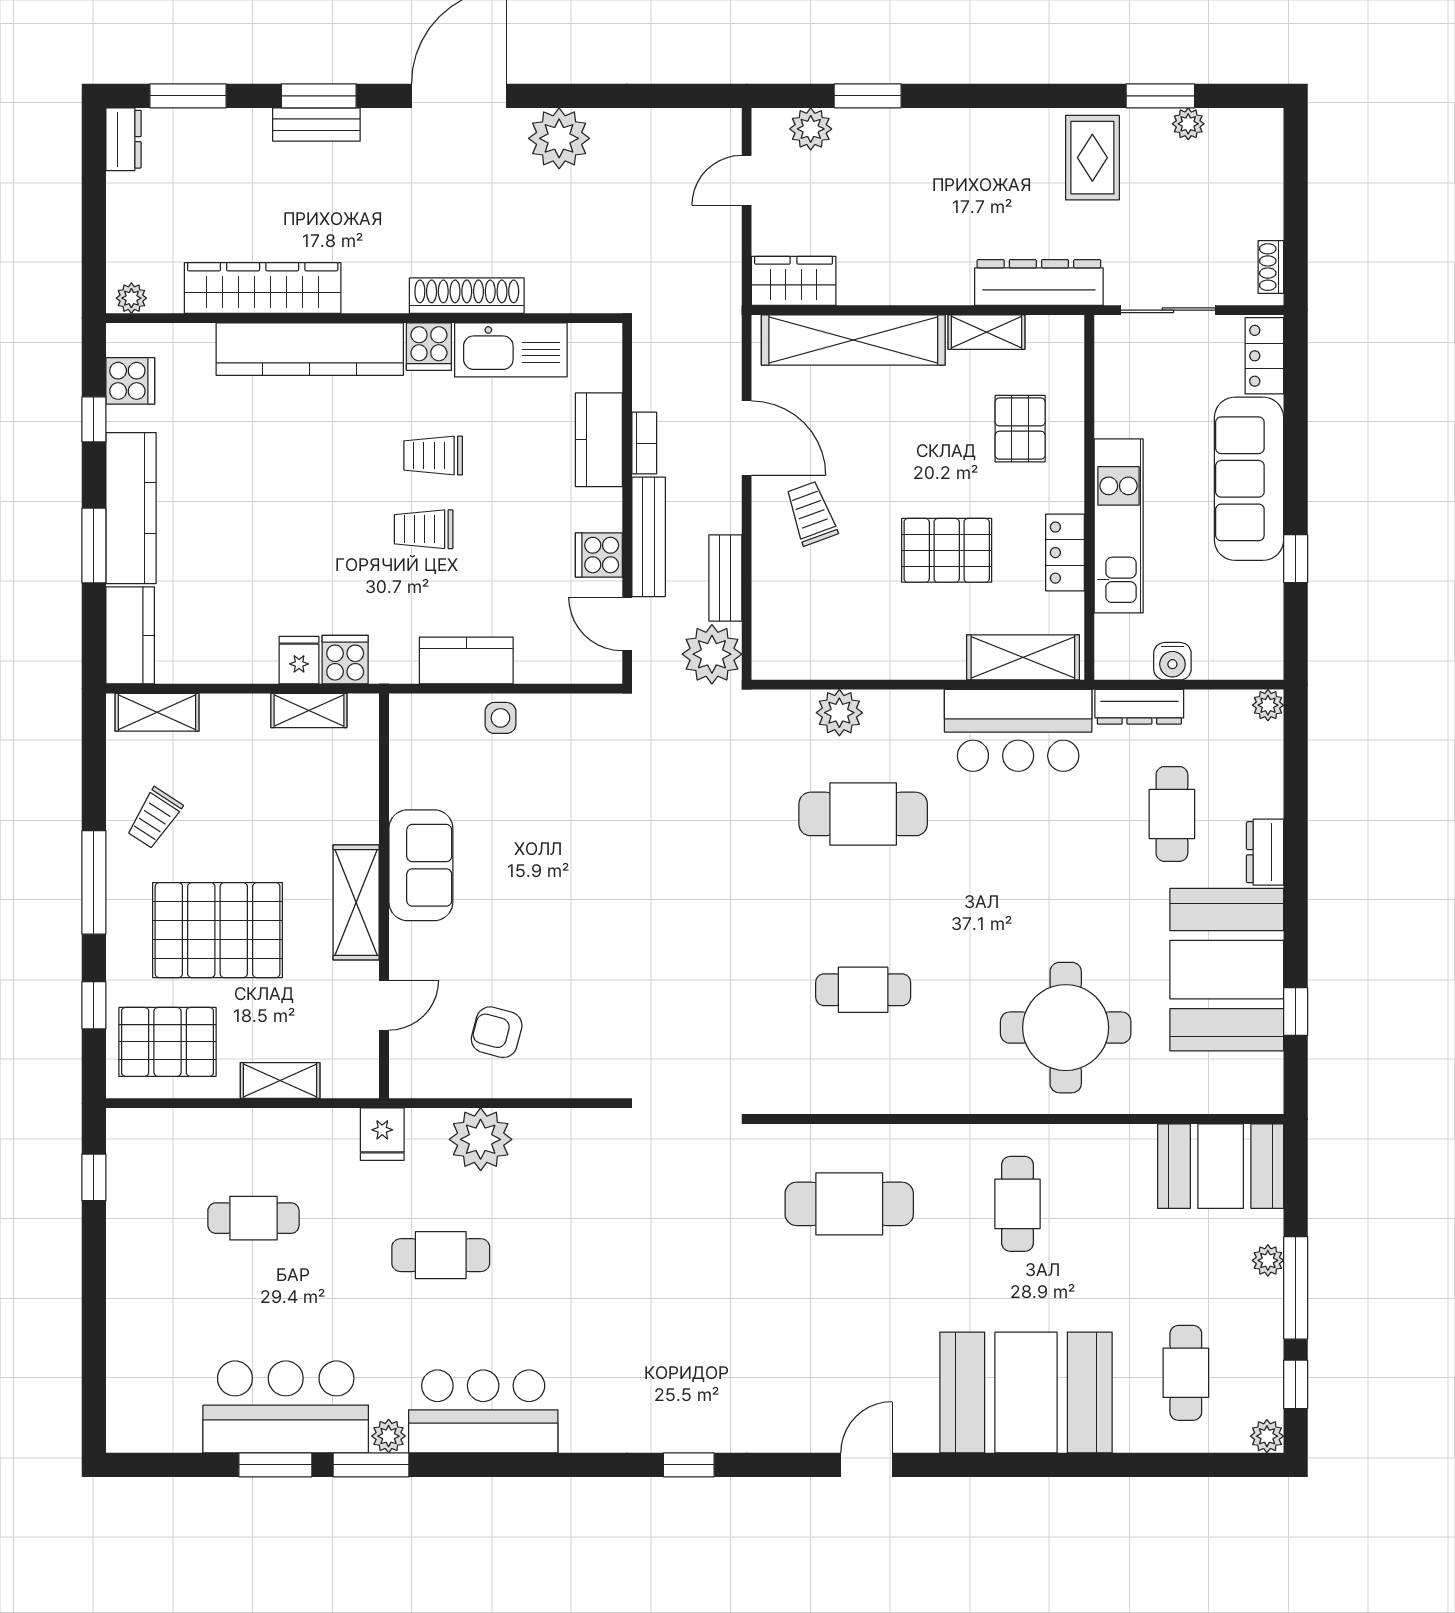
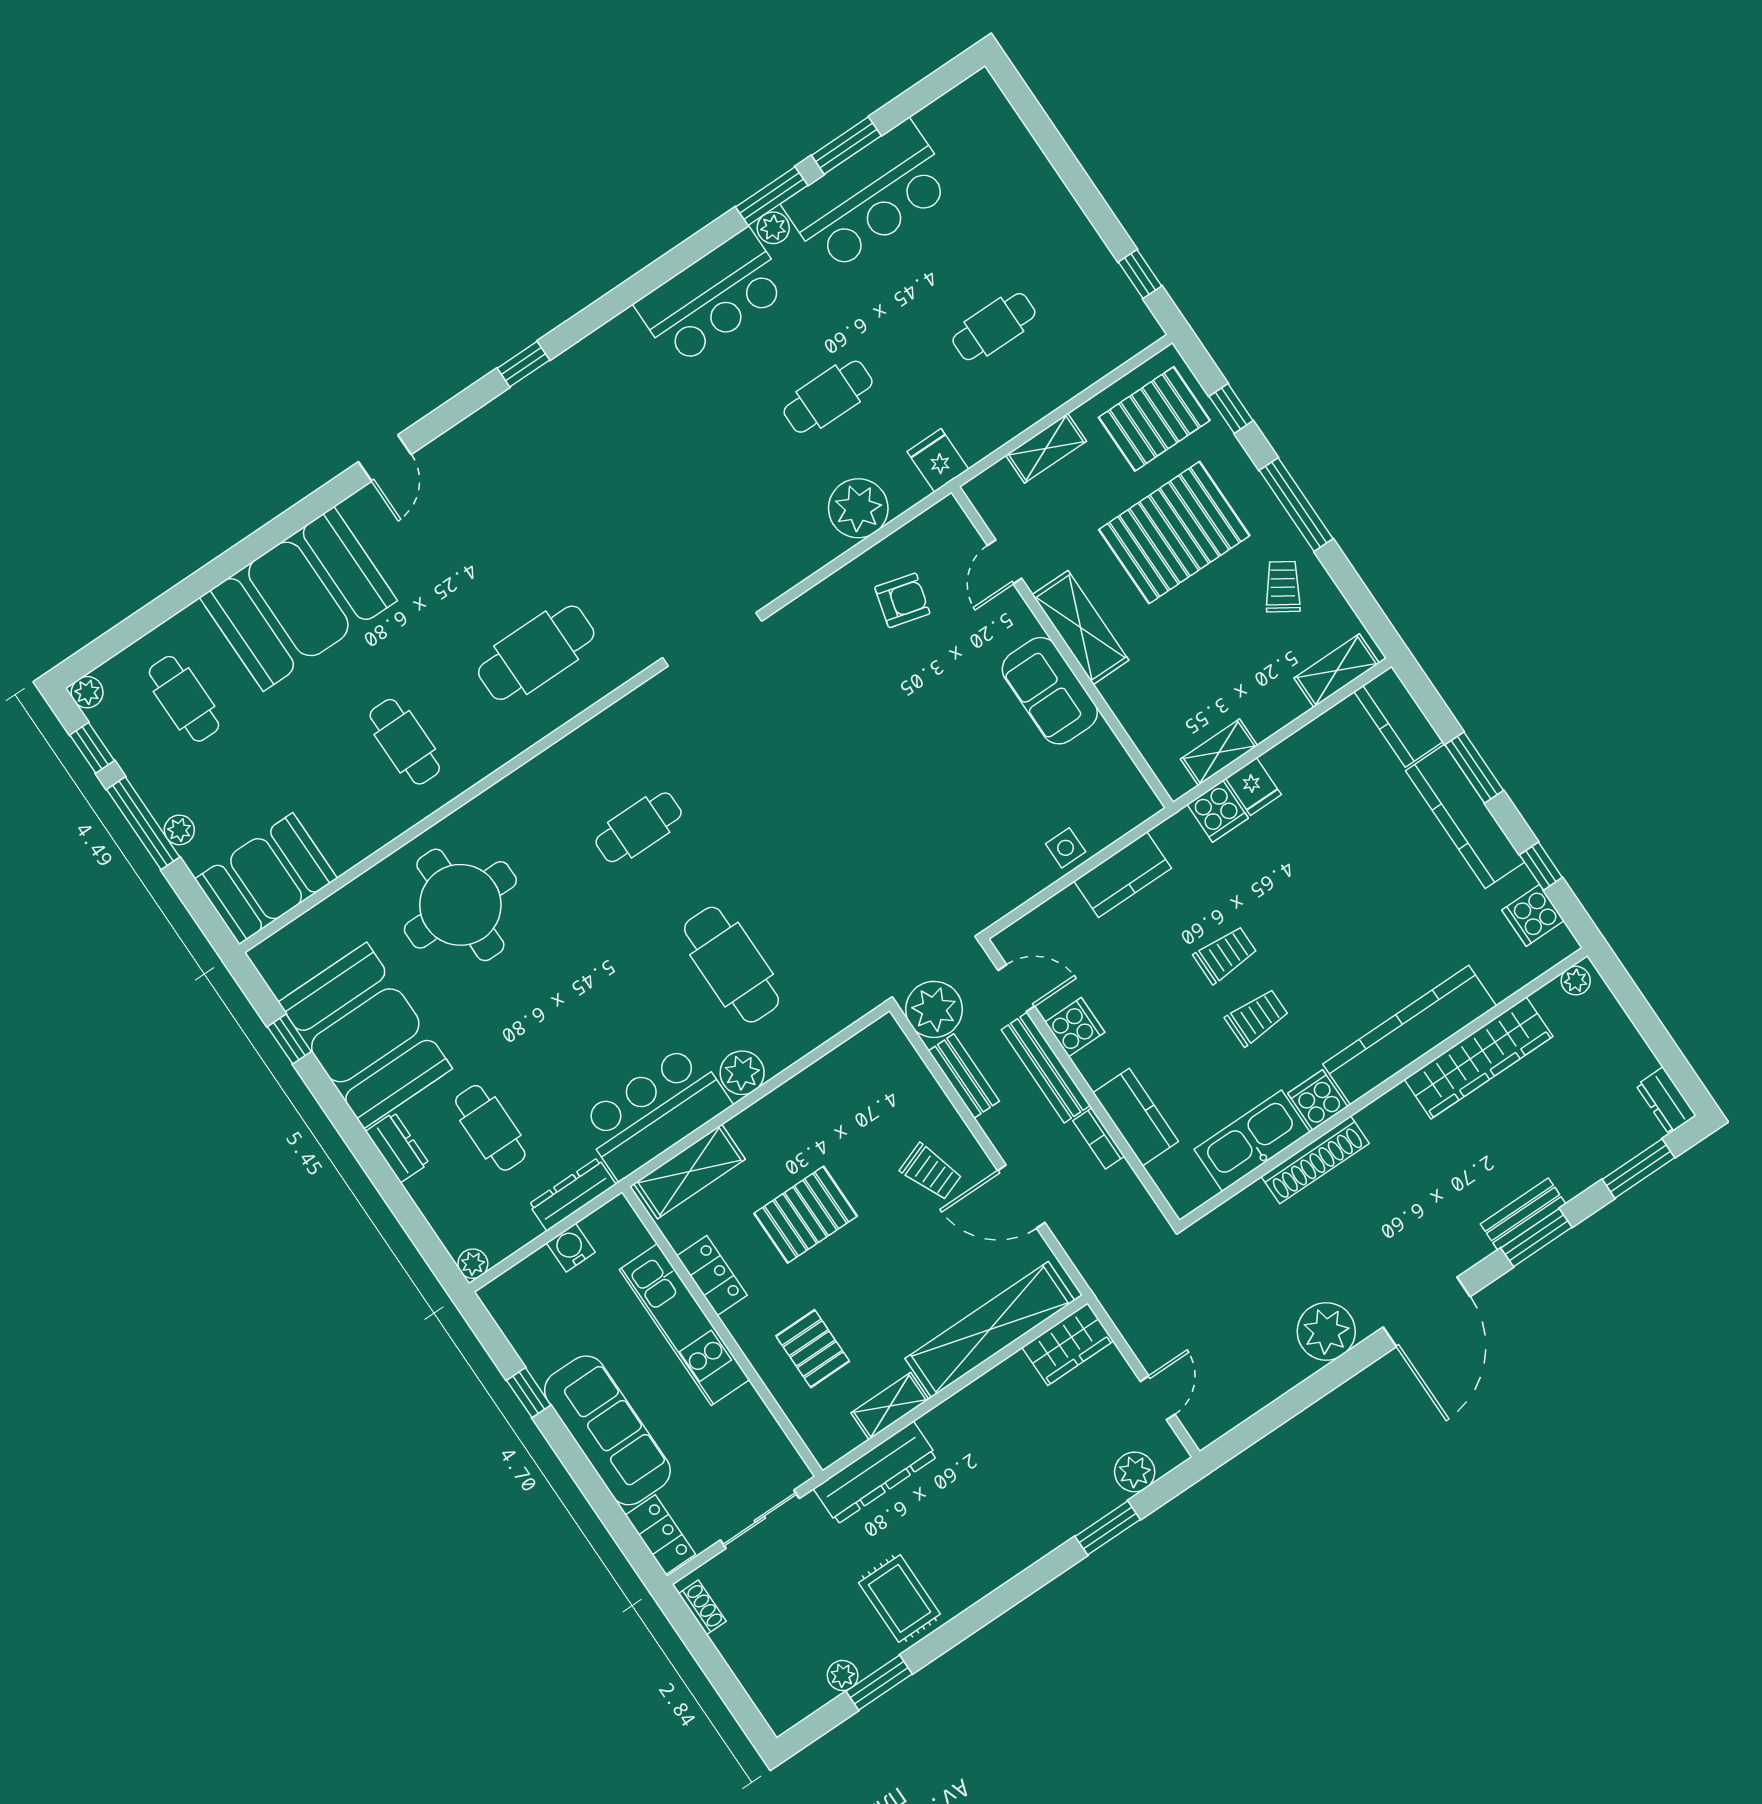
plant: (839, 713) -> (742, 1073), moved
cafe table: (863, 814) -> (732, 965), turned 90

